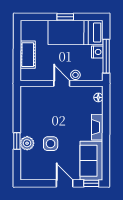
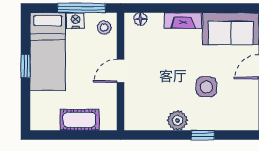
stool: (75, 75) -> (104, 27), moved
plant: (27, 143) -> (178, 120), moved

